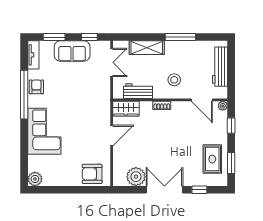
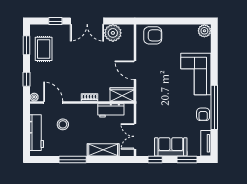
stool: (174, 80) -> (63, 124), moved
door: (112, 136) -> (135, 70), hinge flipped

